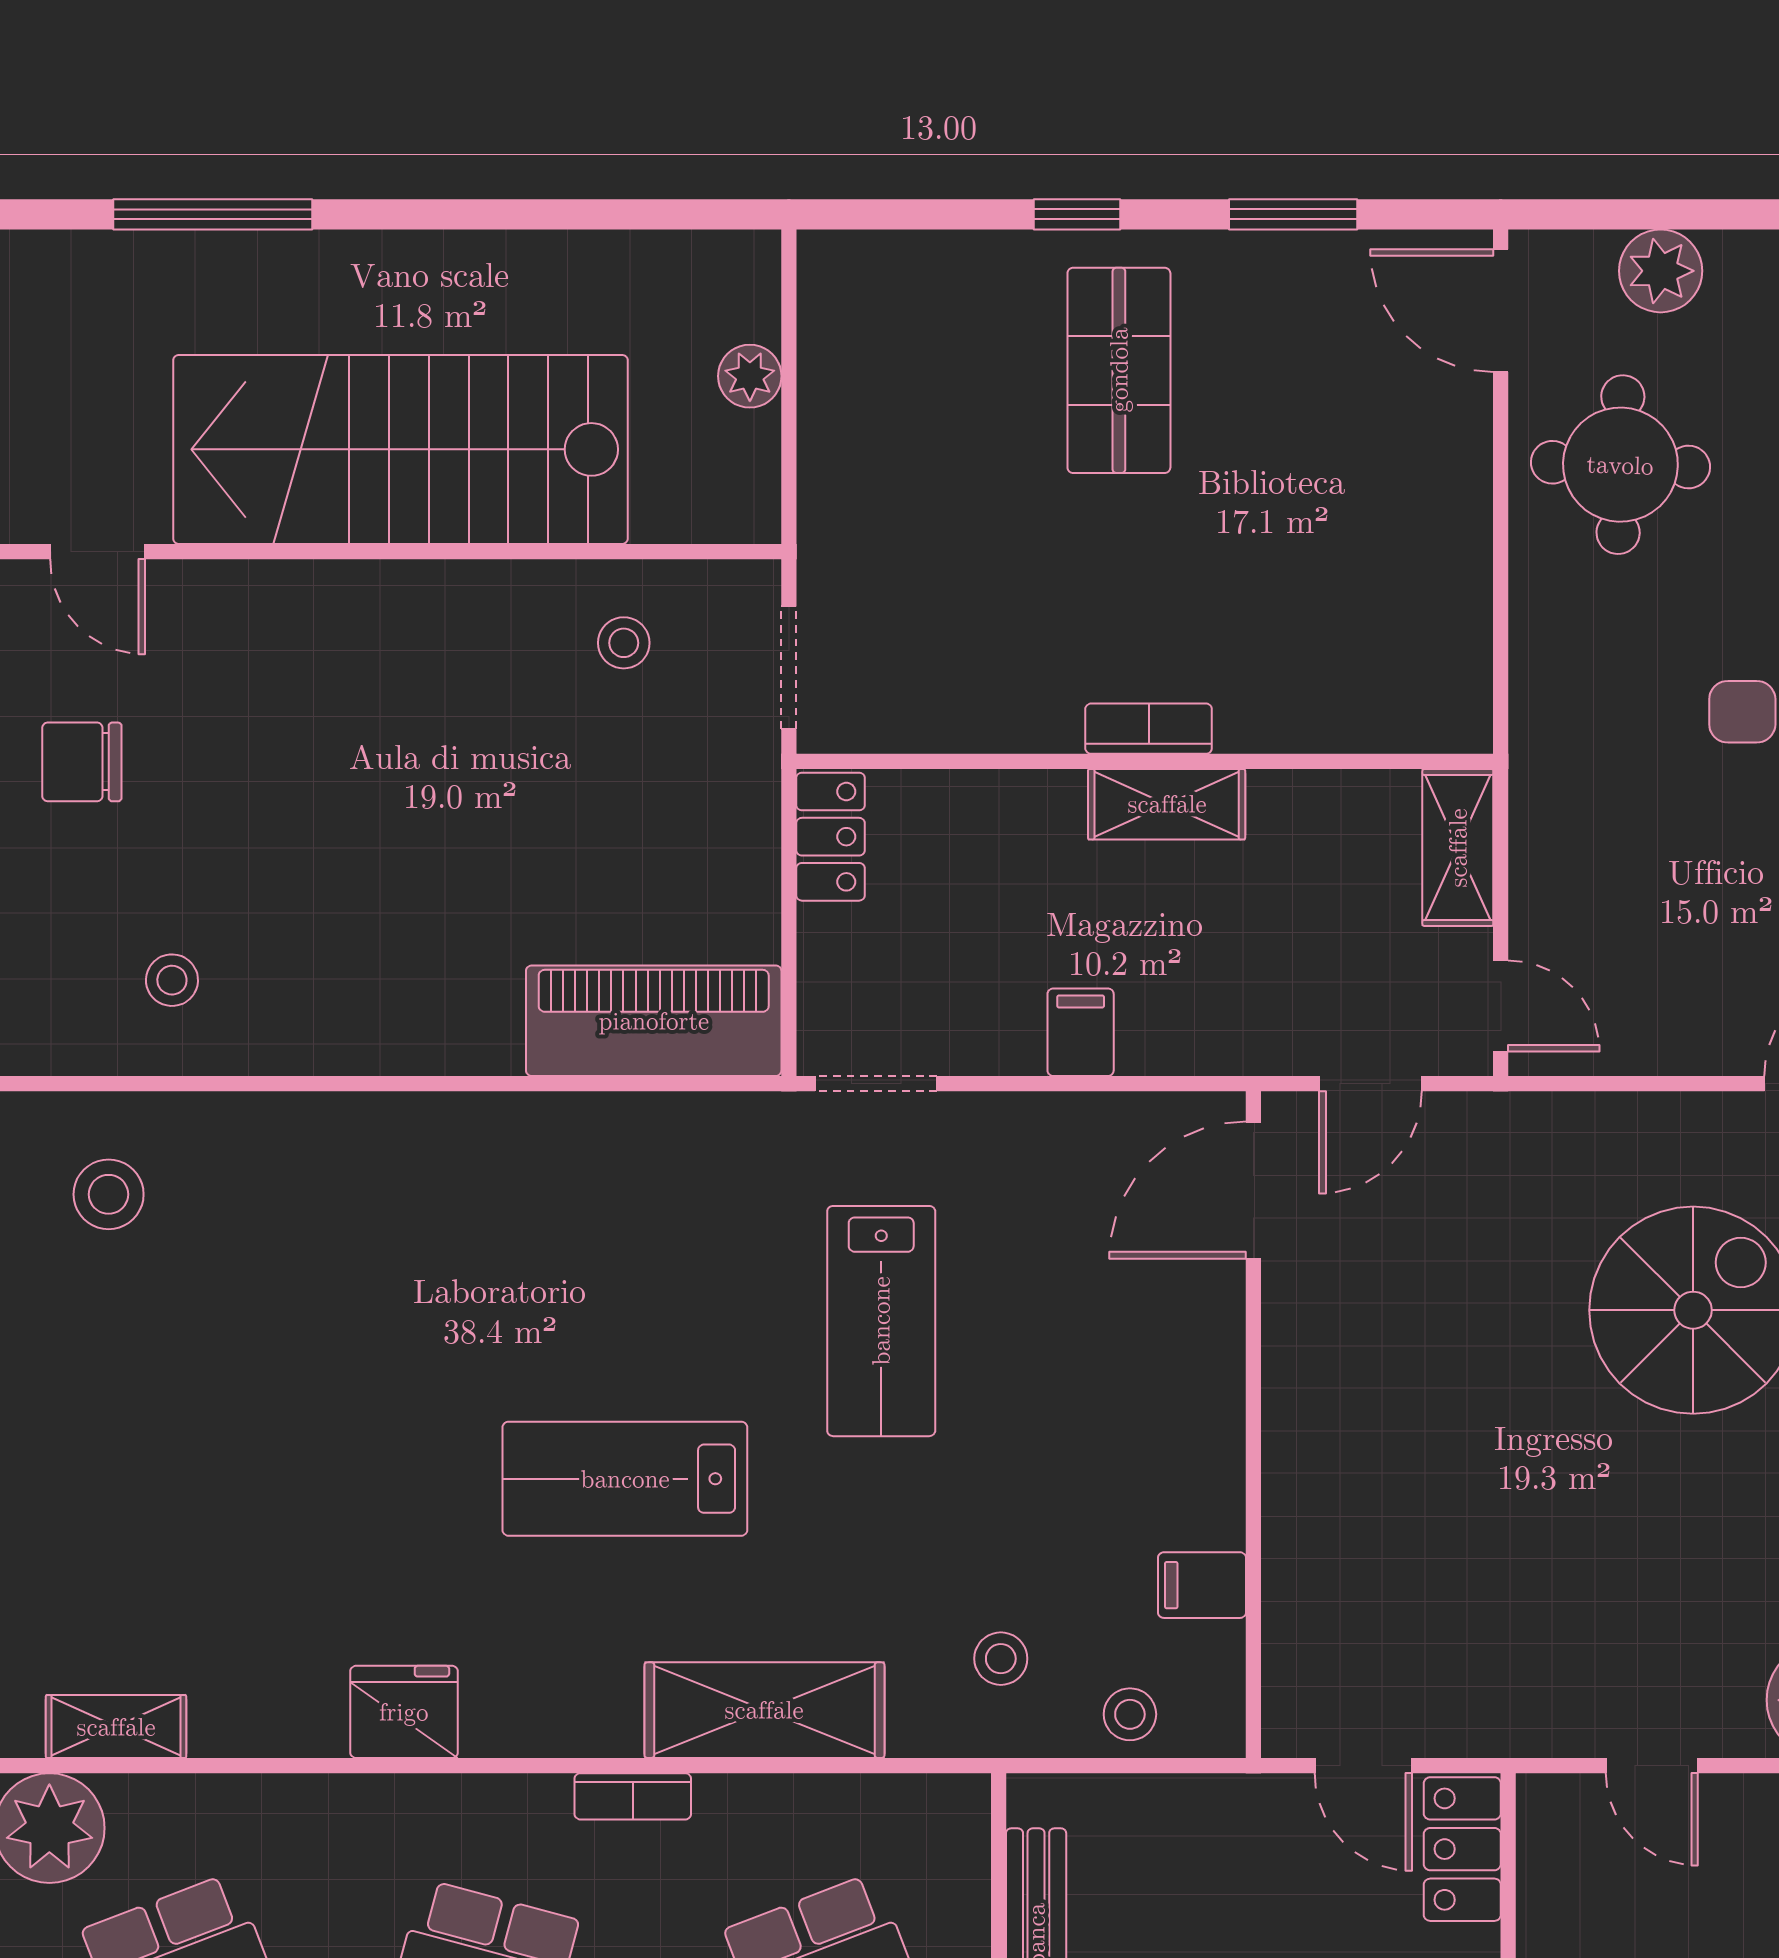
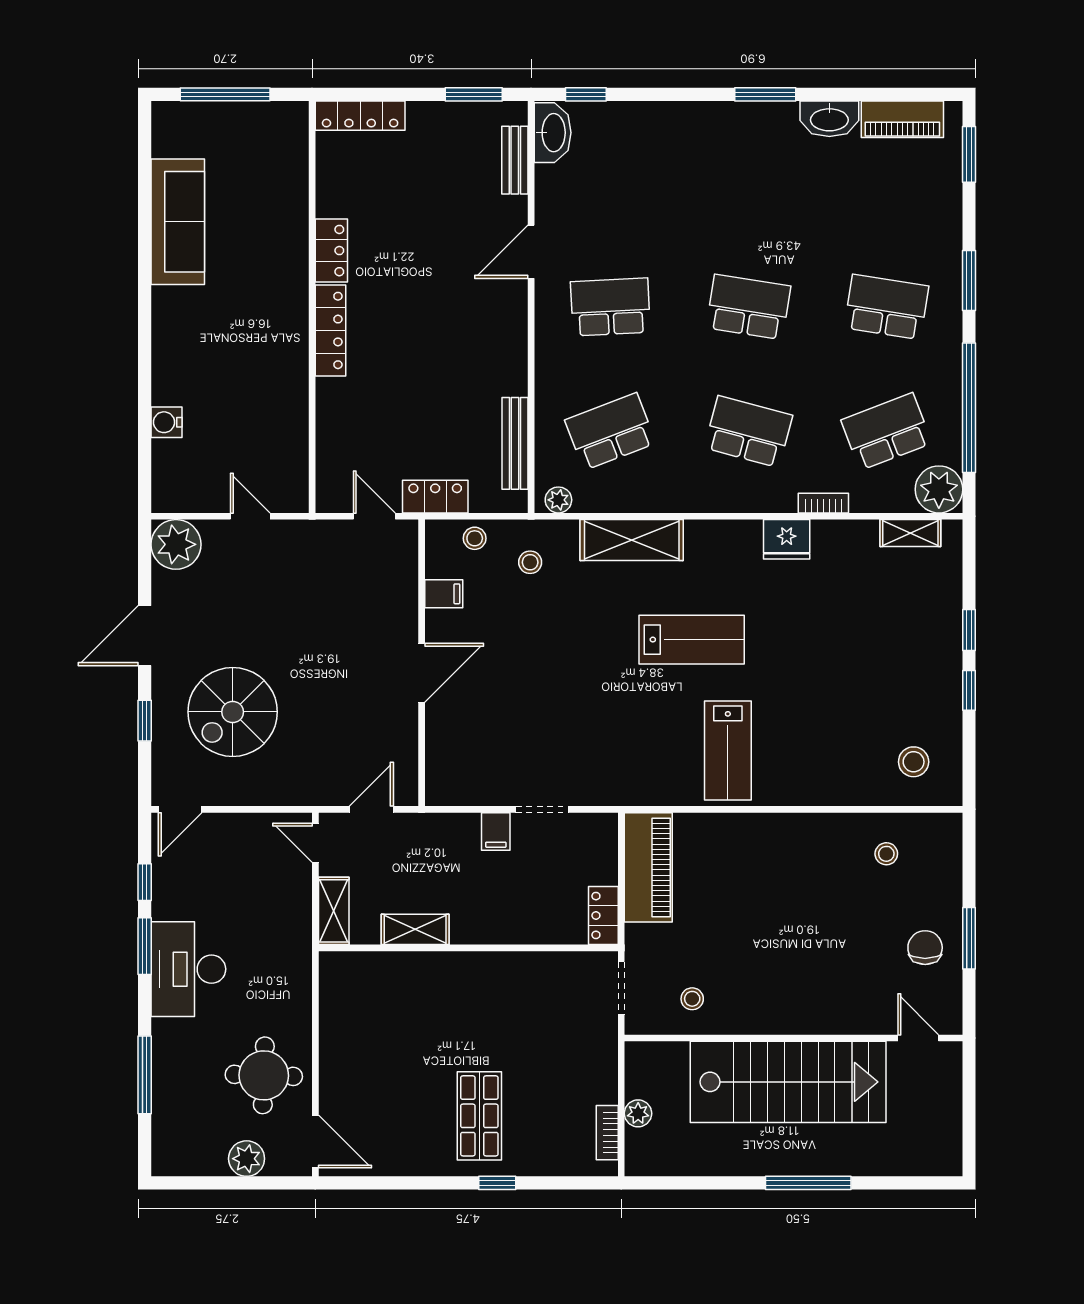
window: (213, 214) -> (808, 1183), moved
window: (1293, 214) -> (404, 1183), removed
bookcase: (1149, 729) -> (607, 1133), moved, turned 90
chair: (82, 762) -> (925, 948), turned -90
shelving: (1167, 804) -> (415, 929), moved
piano: (654, 1021) -> (648, 867), moved, turned -90
doorway: (876, 1084) -> (542, 809), moved
door: (1253, 1190) -> (422, 673), moved
lab bench: (881, 1321) -> (728, 751), moved, turned 180
bookcase: (633, 1796) -> (823, 503), moved
plant: (935, 1804) -> (558, 500), added
locker: (1462, 1849) -> (435, 497), moved, turned -90

